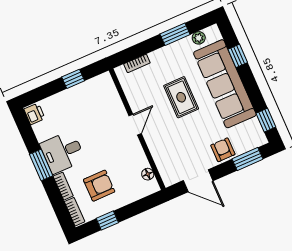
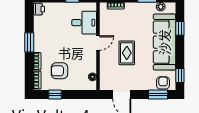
rug: (181, 97) -> (127, 53), moved
armchair: (223, 150) -> (163, 83), moved
desk: (62, 152) -> (84, 23), moved, turned 180
armchair: (99, 186) -> (59, 71), turned 180

